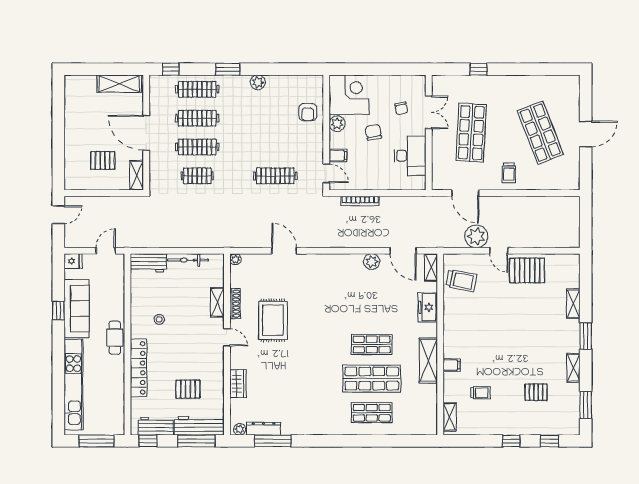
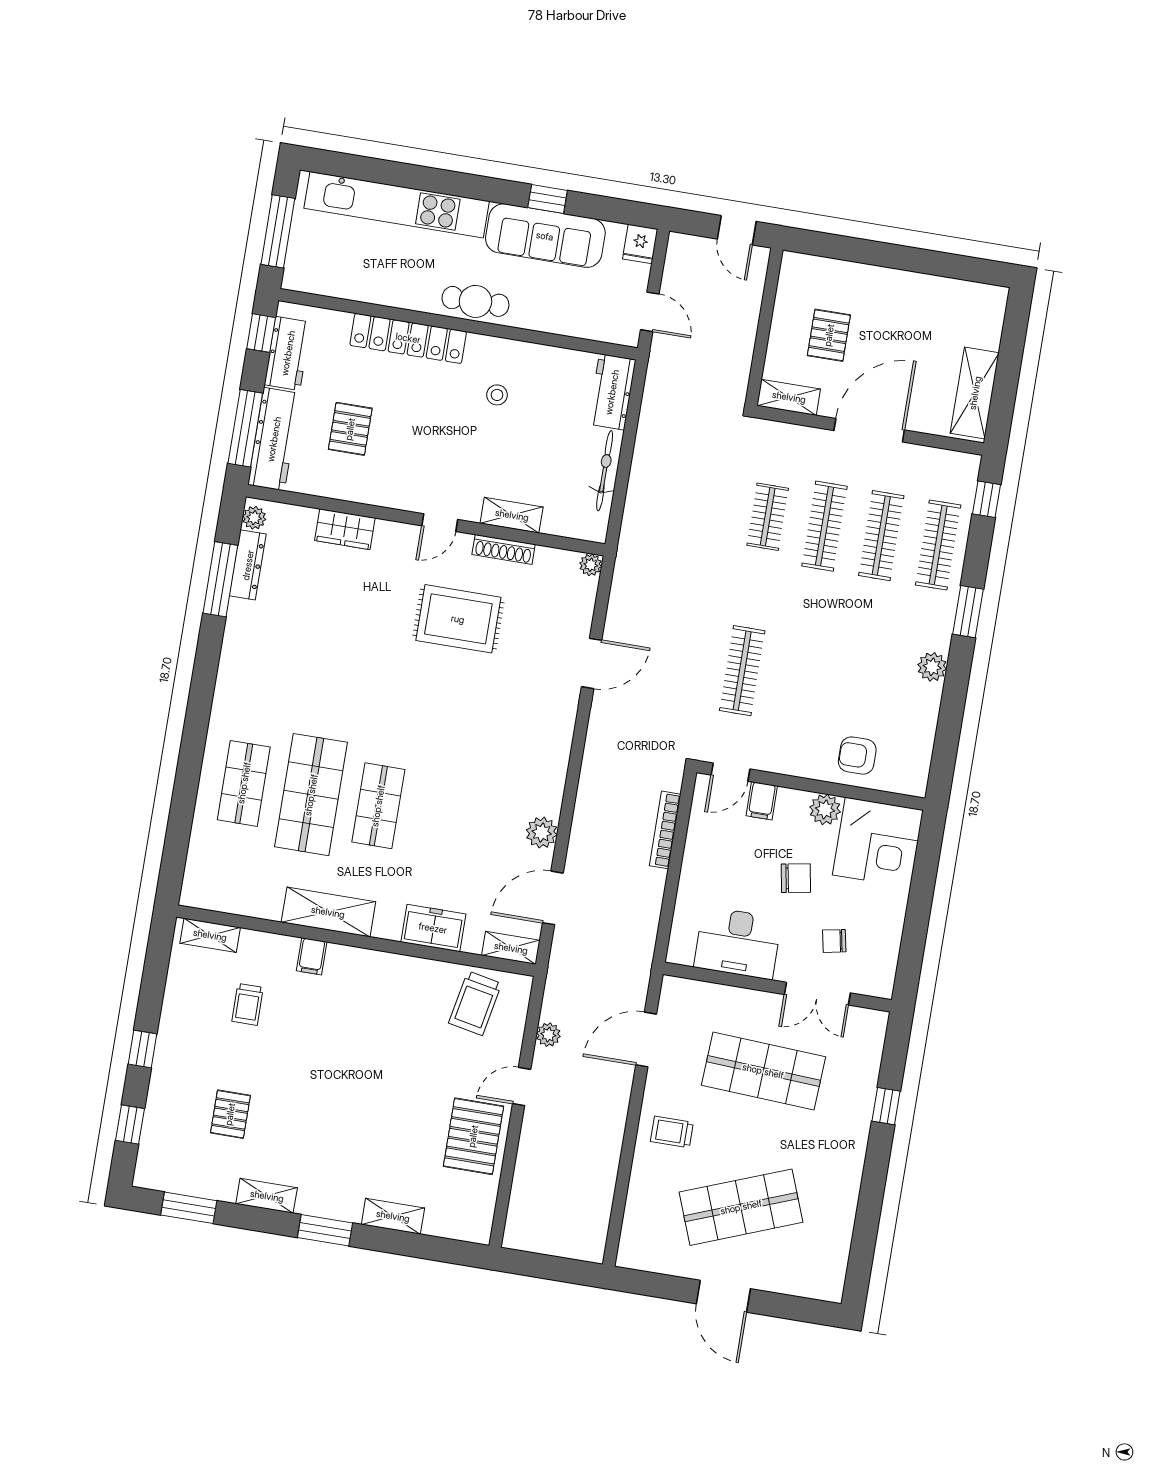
plant: (476, 236) -> (548, 1035), width x0.53, depth x0.53

